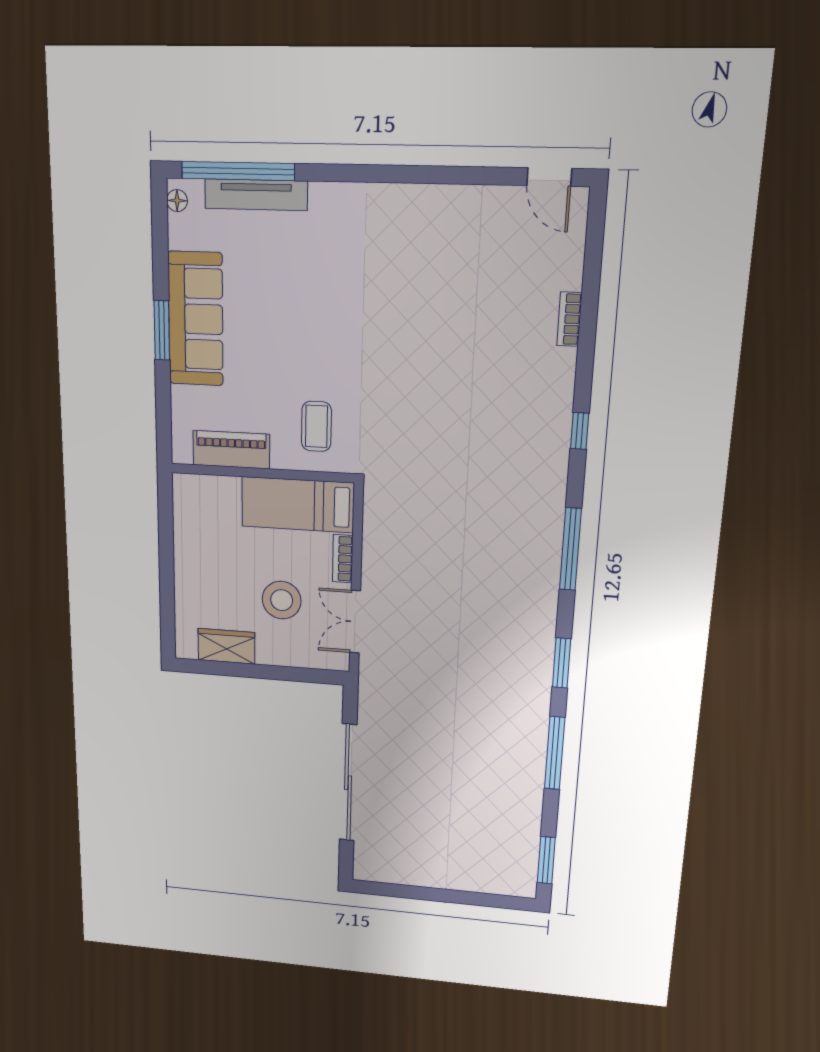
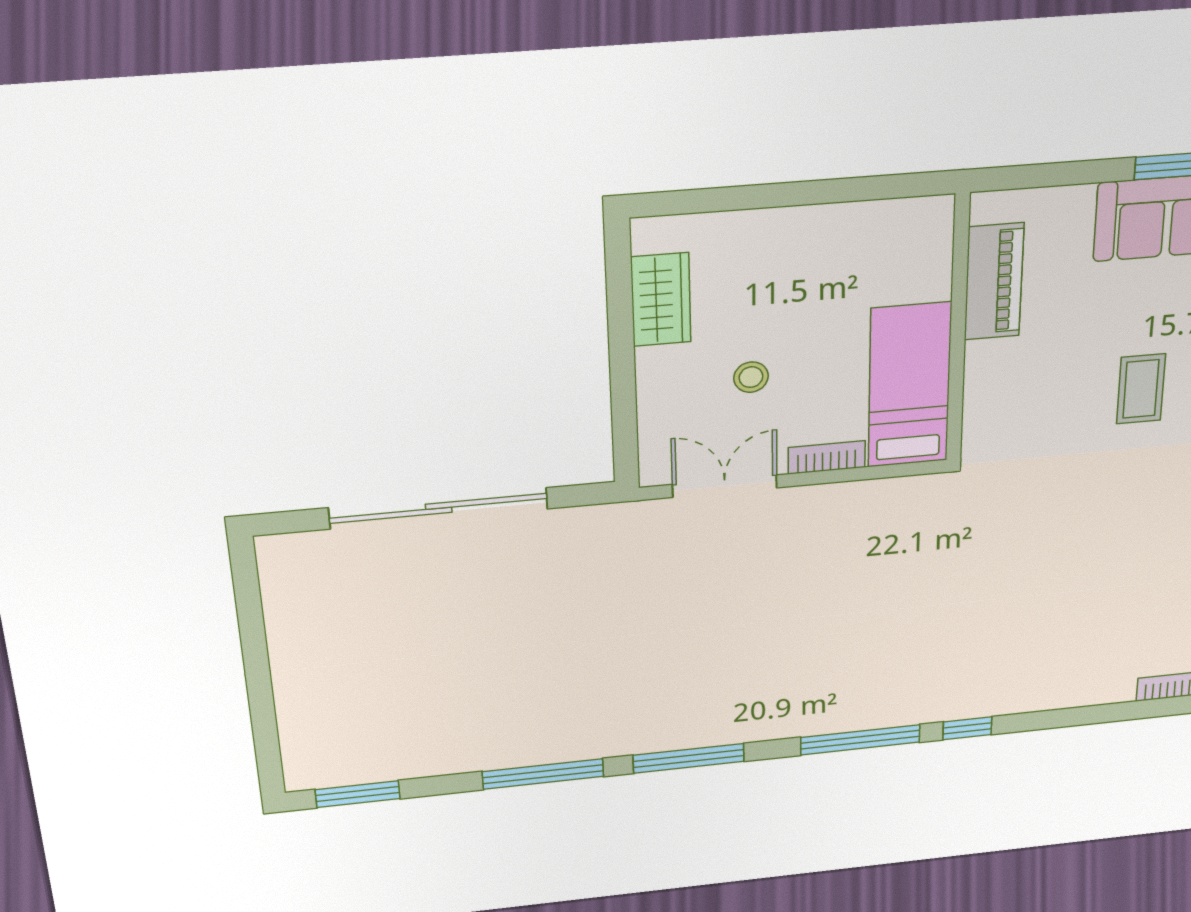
coffee table: (316, 426) -> (1141, 389), moved, turned 90
window: (580, 431) -> (967, 728), moved
stool: (282, 600) -> (751, 377), width x0.53, depth x0.53
window: (562, 663) -> (689, 758), width x1.44

